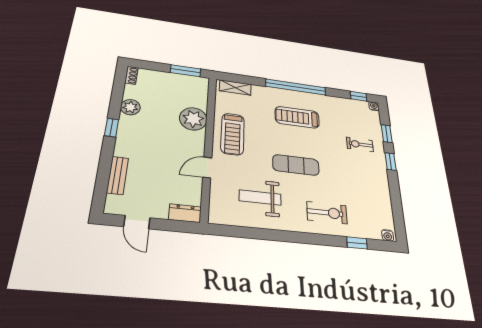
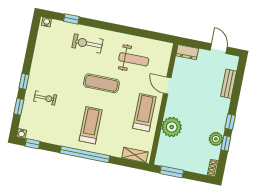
window: (116, 103) -> (226, 143), added
treadmill: (297, 117) -> (91, 125), turned -90
door: (207, 167) -> (167, 86), swing flipped

